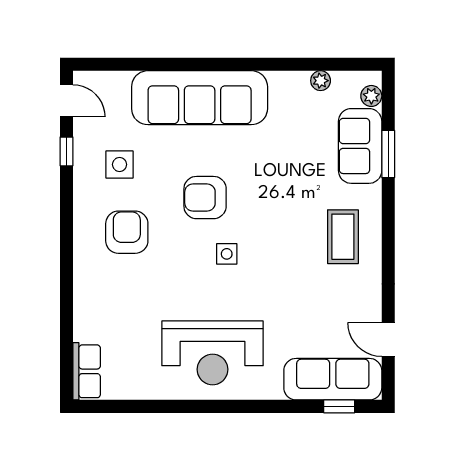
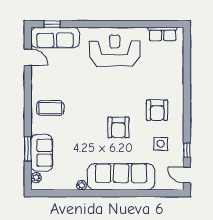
plant: (321, 81) -> (82, 185), moved
armchair: (205, 198) -> (118, 127), turned 90
coffee table: (343, 237) -> (50, 108), turned 90
side table: (227, 254) -> (108, 99), removed
row of seats: (87, 371) -> (163, 34), moved, turned -90

